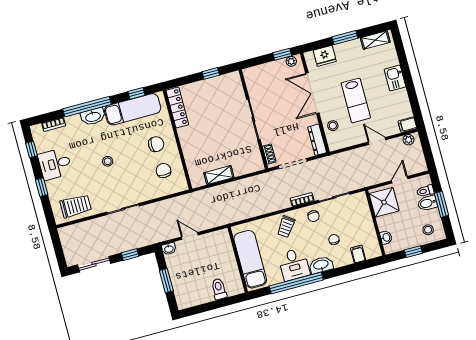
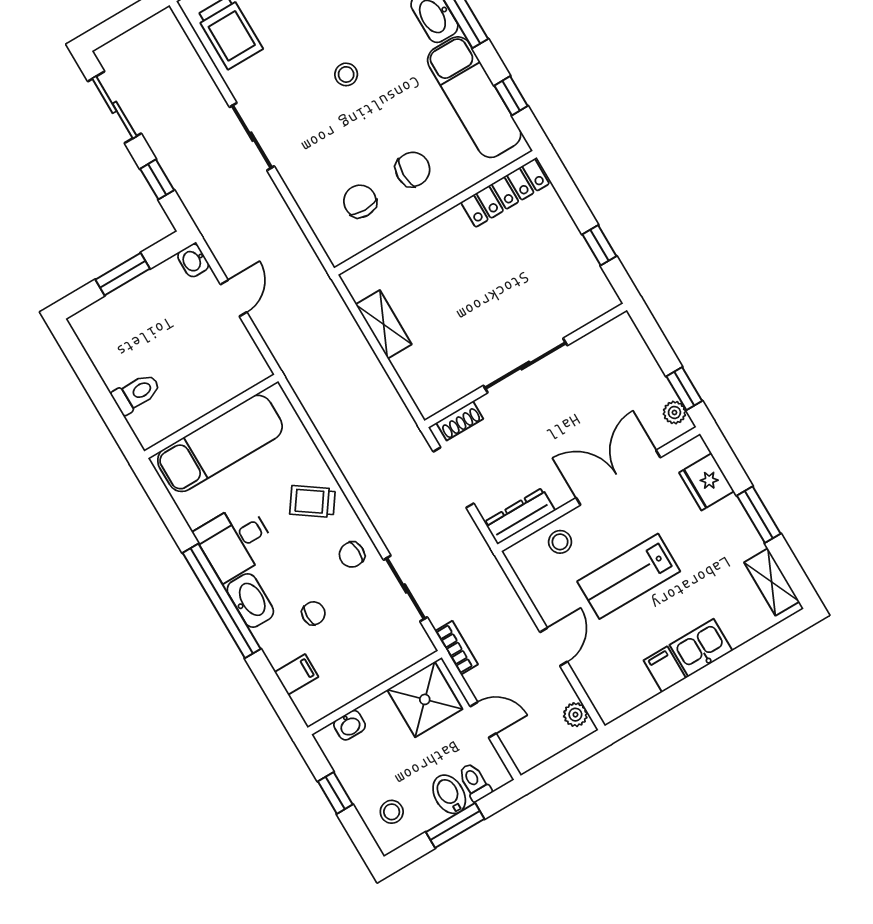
filing cabinet: (407, 125) -> (665, 669), moved
chair: (156, 144) -> (413, 169), turned -90
chair: (163, 170) -> (360, 201), turned -90
bookcase: (302, 200) -> (457, 648), moved
window: (296, 283) -> (222, 601), moved

